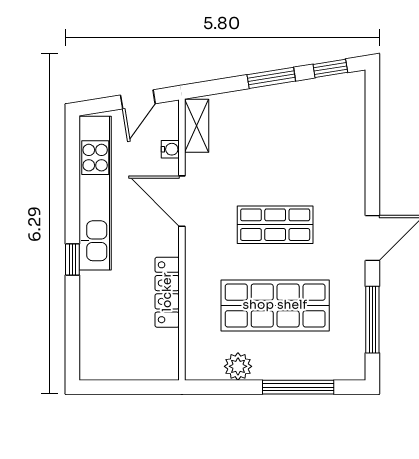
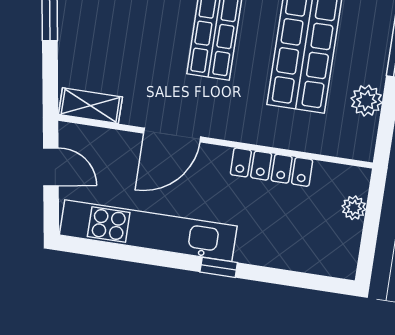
water cooler: (170, 149) -> (112, 139), removed
plant: (143, 370) -> (354, 208), added

